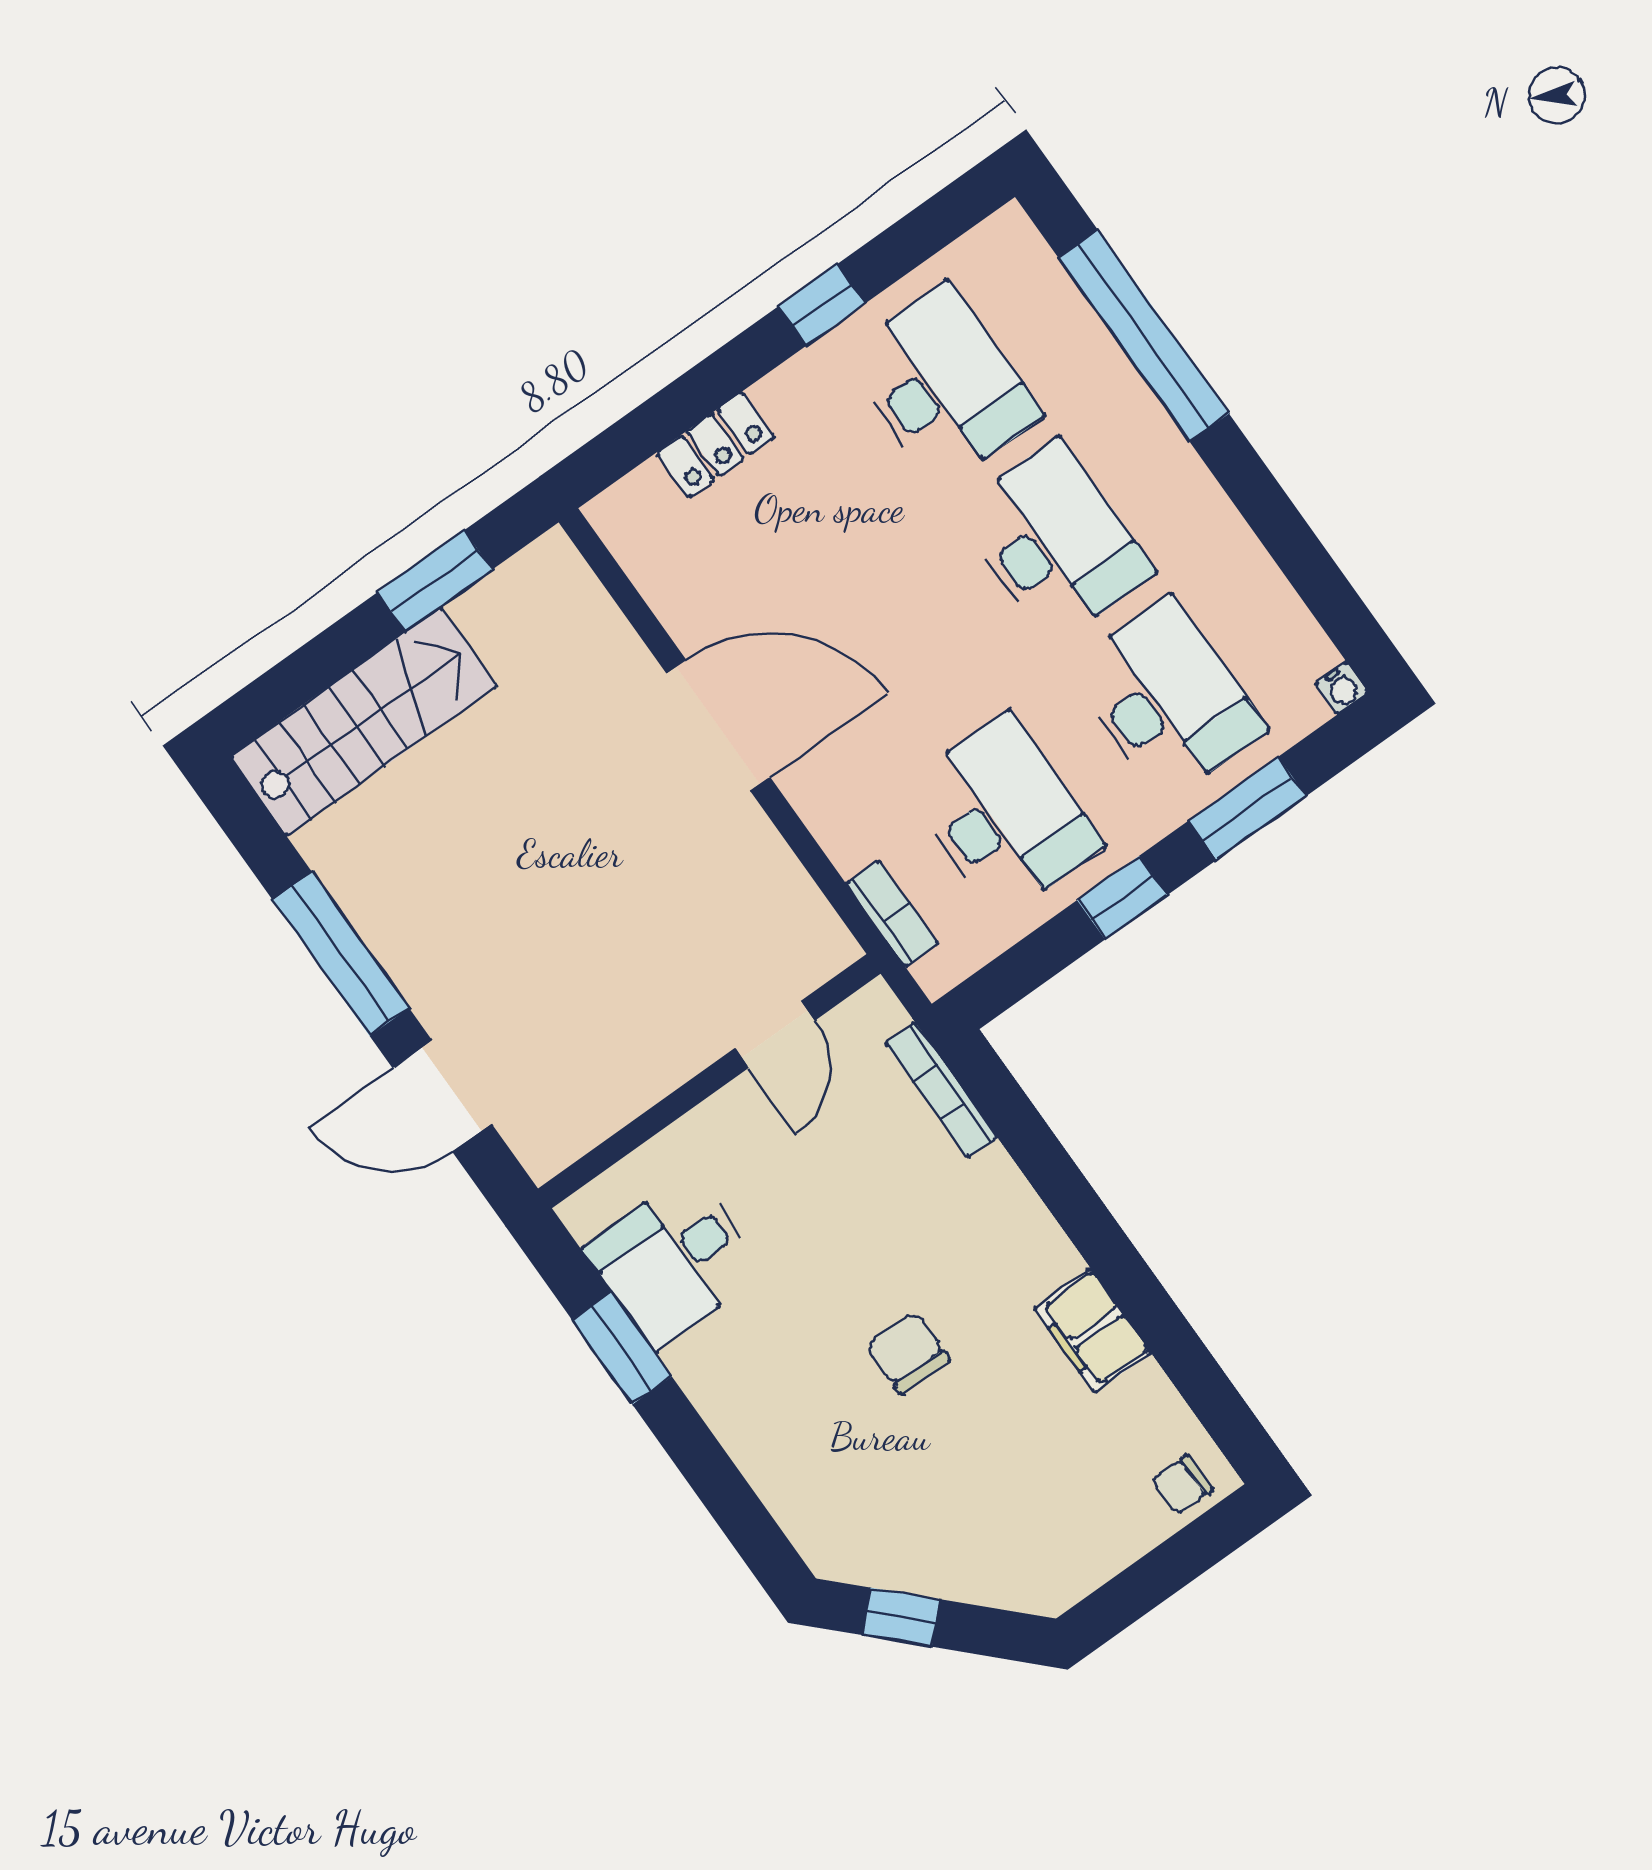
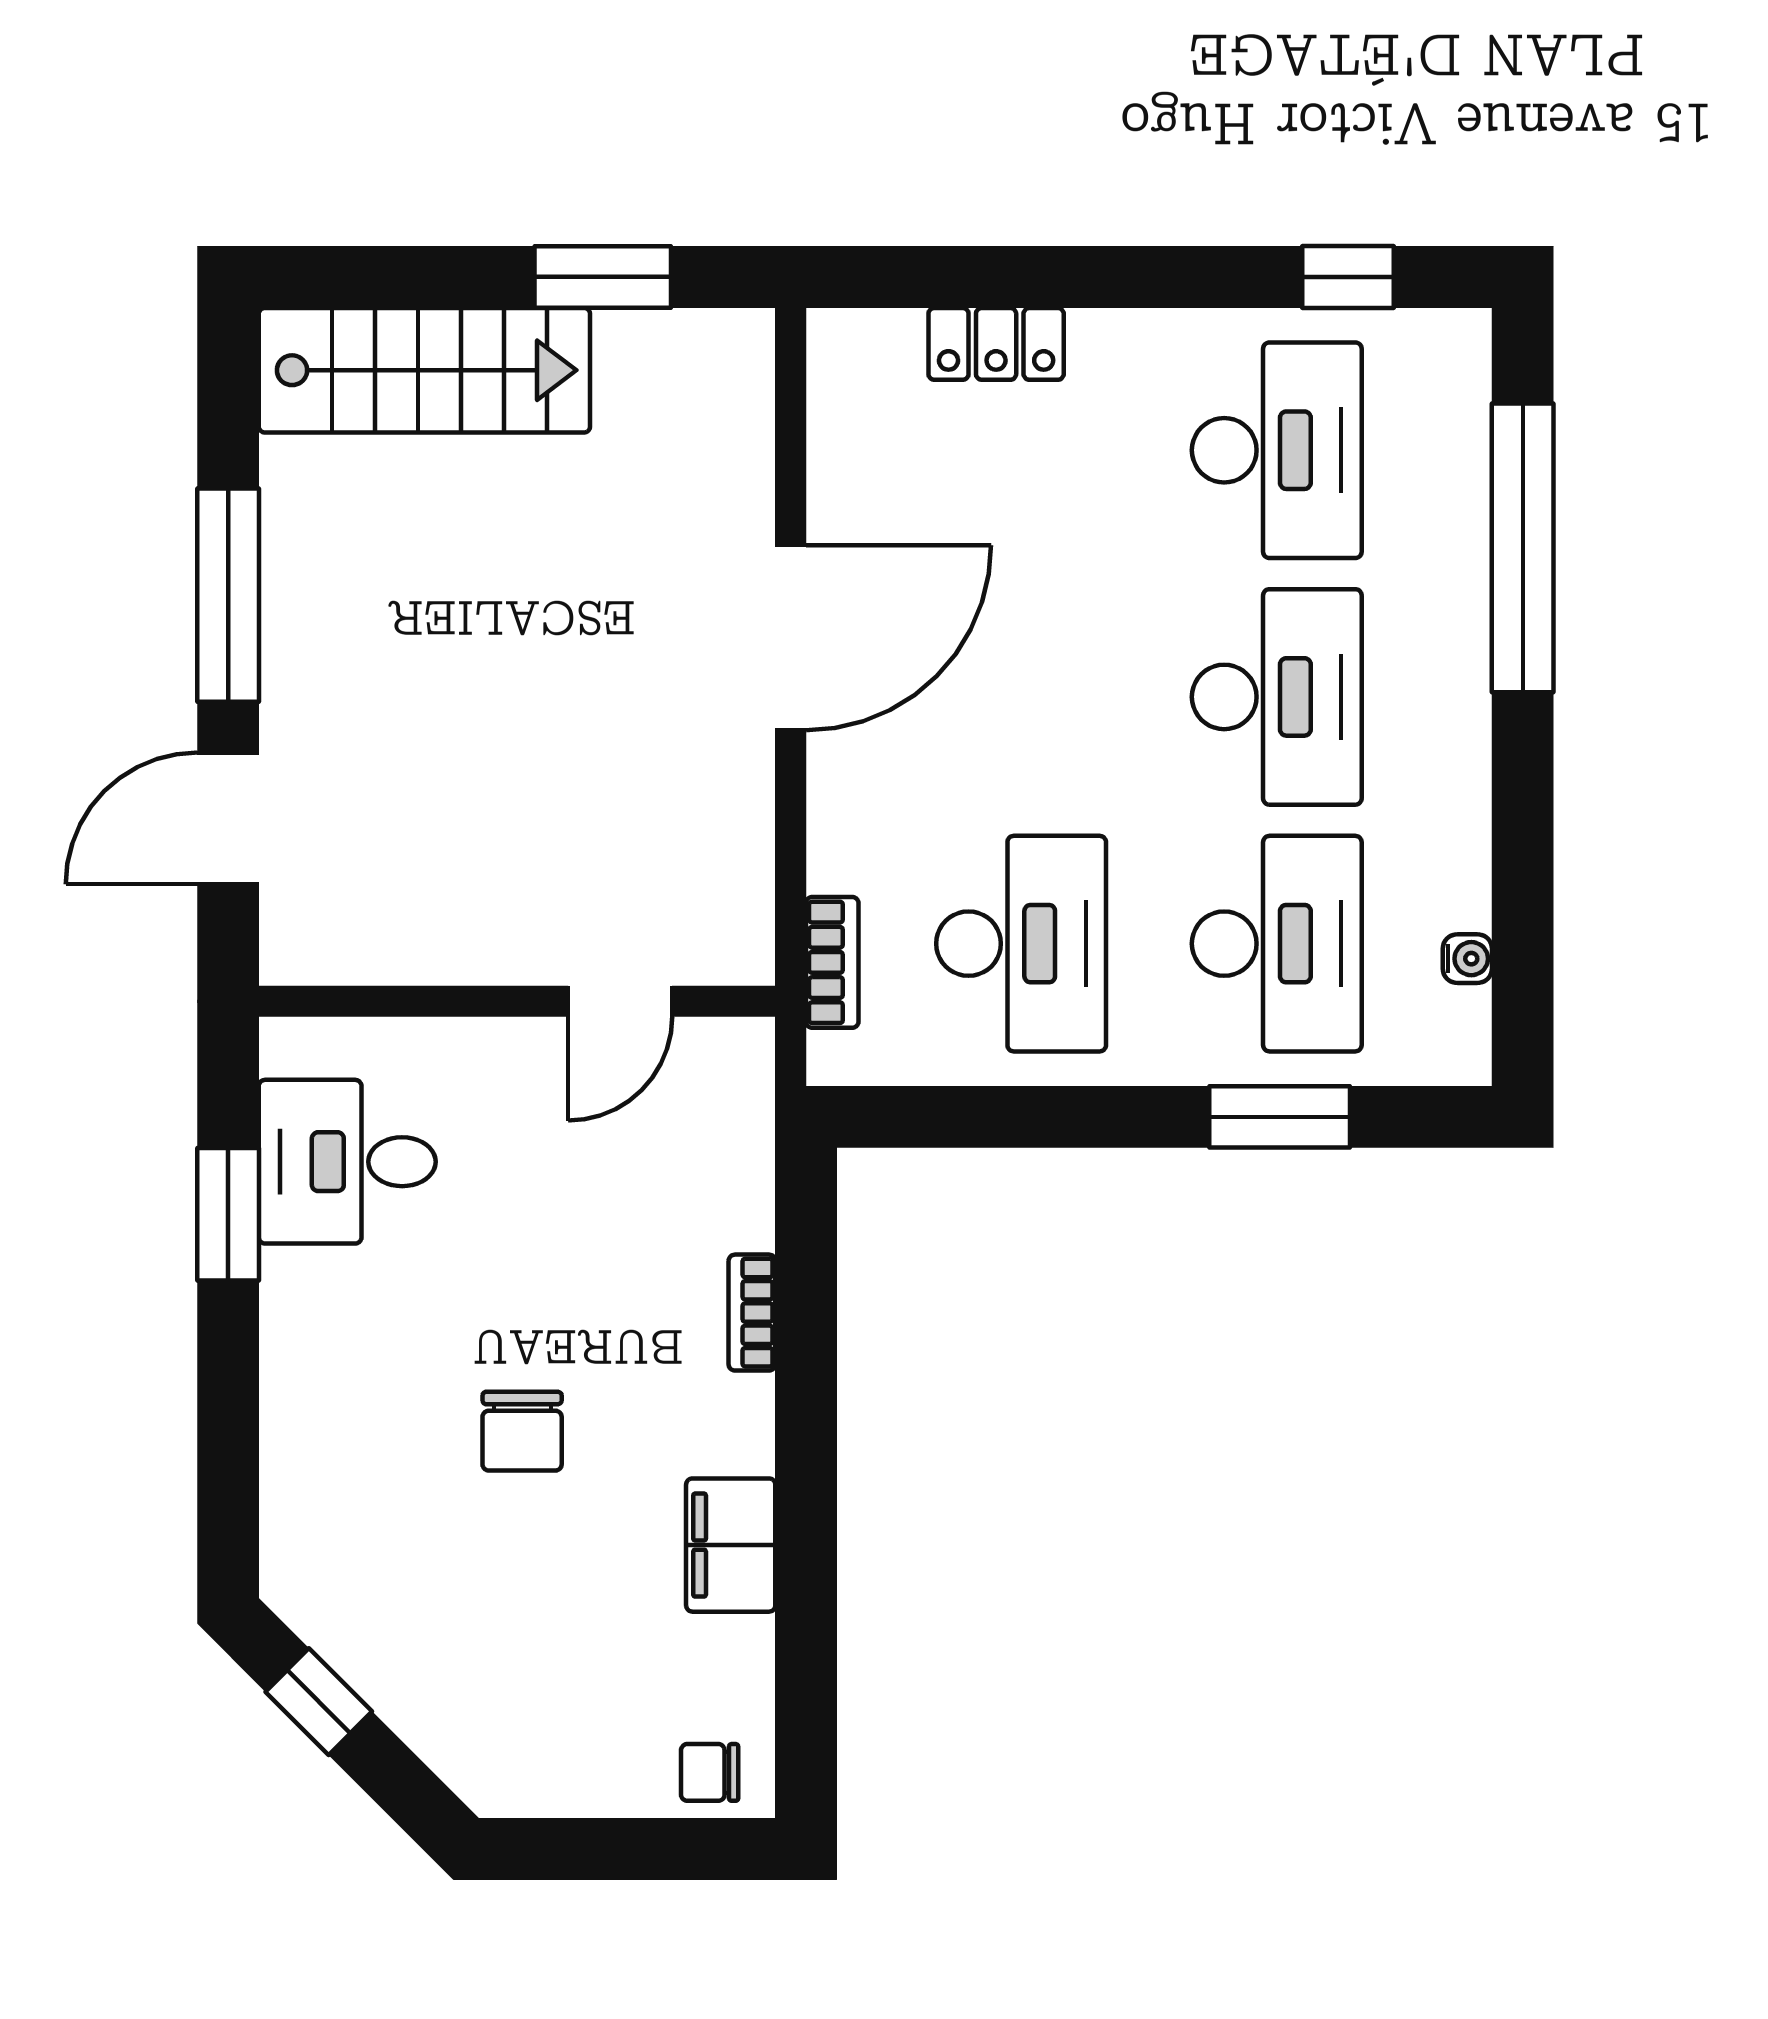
window: (822, 305) -> (1348, 277), moved
water cooler: (1342, 688) -> (1467, 959), moved, turned -90
door: (718, 725) -> (791, 638), hinge flipped
window: (1122, 898) -> (1083, 1117), removed
bookcase: (941, 1090) -> (752, 1313), moved, width x0.64
door: (442, 1096) -> (228, 819), hinge flipped
chair: (908, 1353) -> (522, 1431), turned 180

